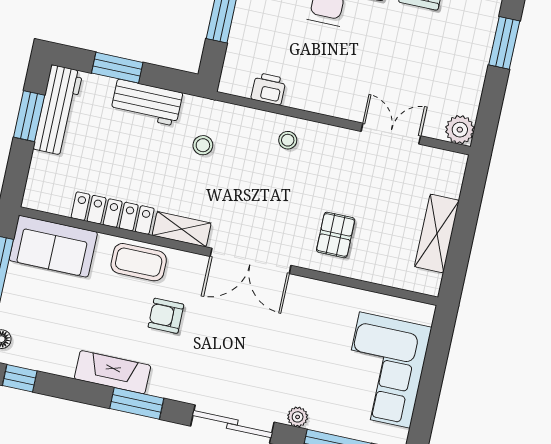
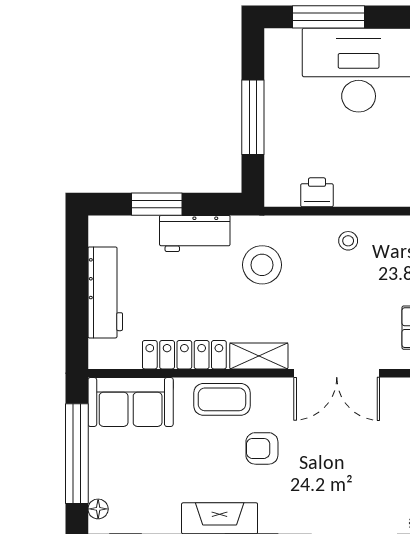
workbench: (58, 110) -> (105, 292), moved
window: (29, 116) -> (77, 273), removed
stool: (203, 145) -> (262, 265), width x1.89, depth x1.89

